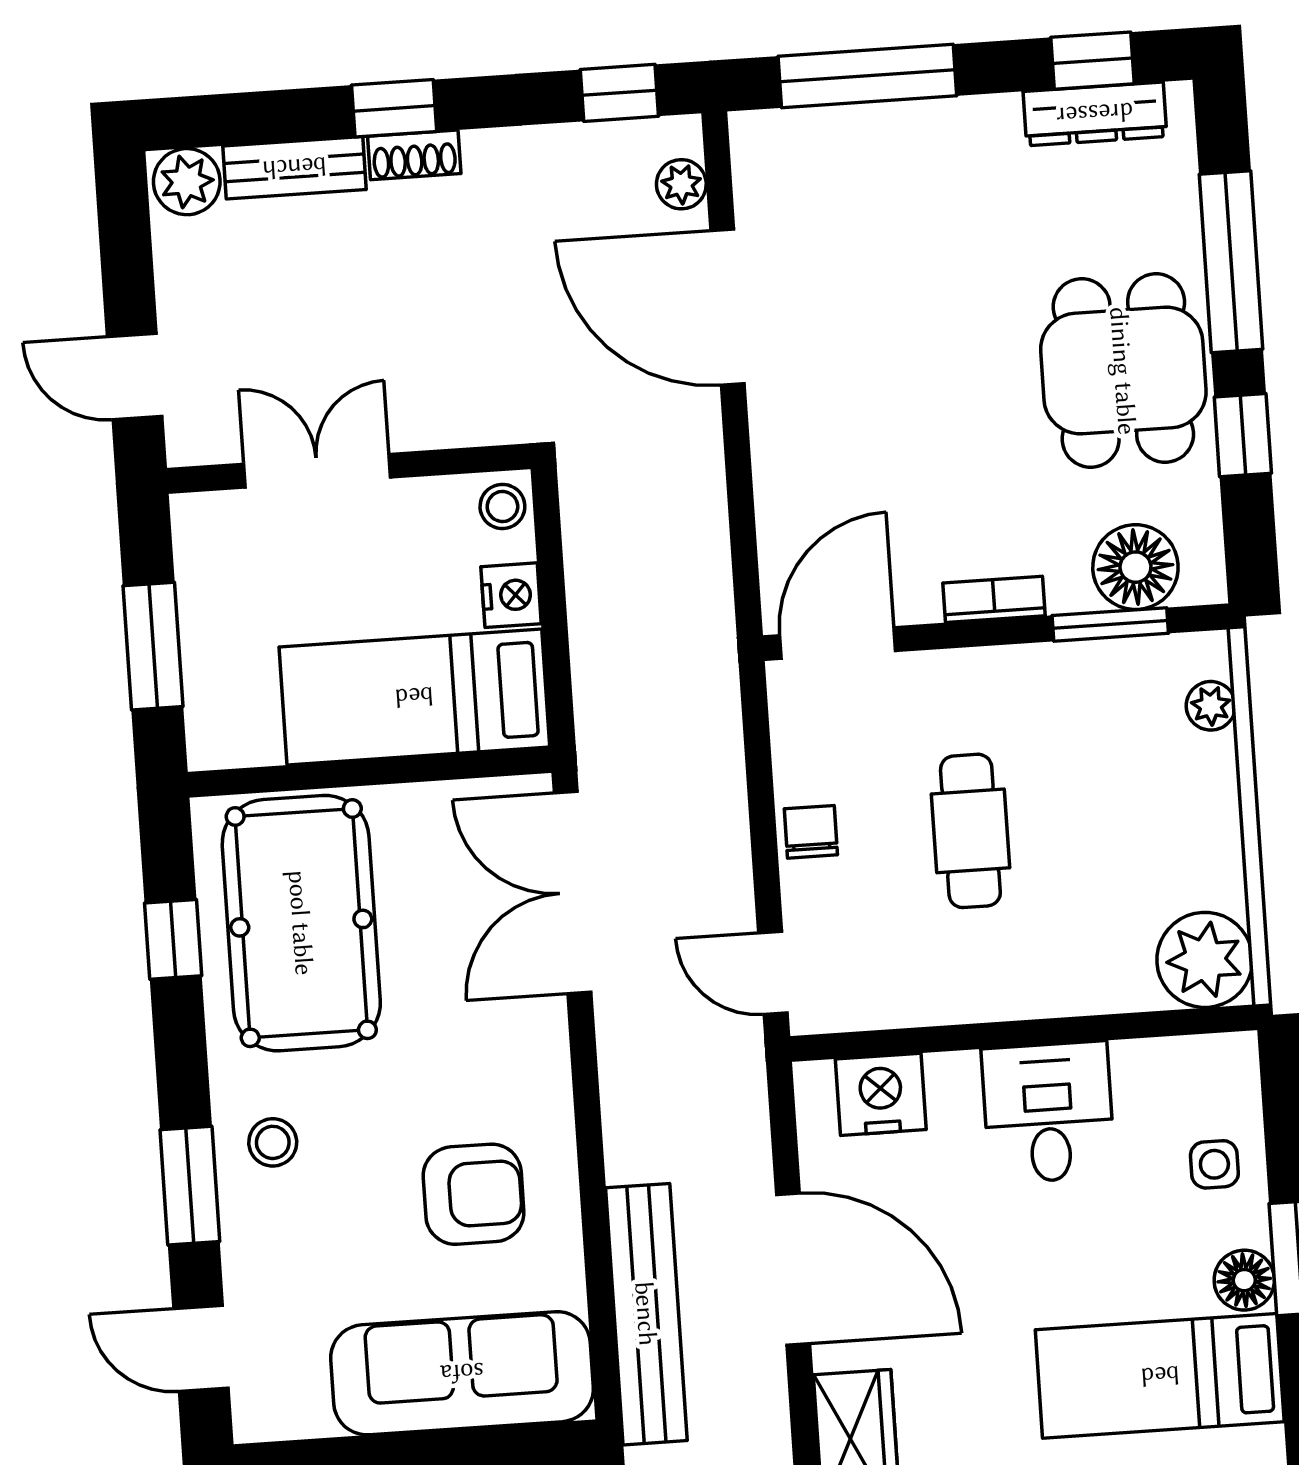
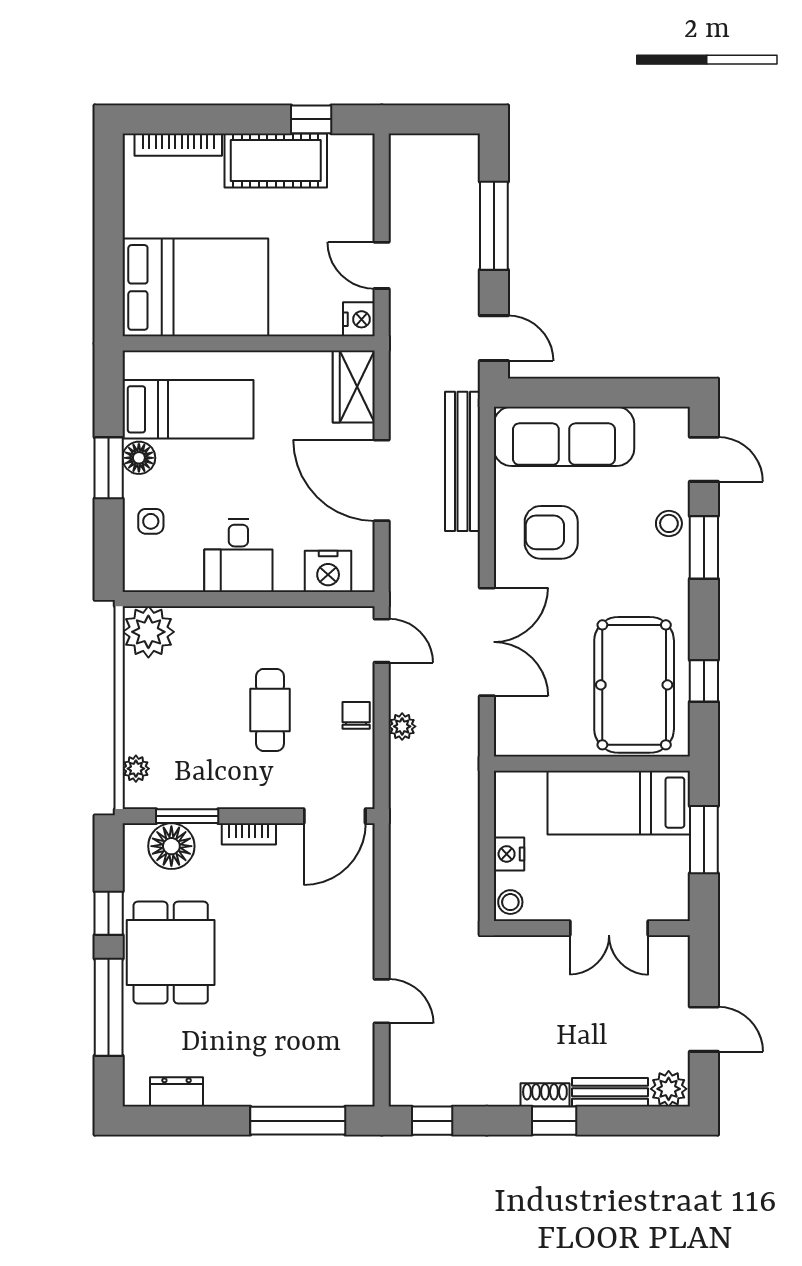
window: (1092, 61) -> (176, 1121), removed
dresser: (1095, 114) -> (177, 1092), width x0.70
plant: (681, 184) -> (402, 726), moved
door: (728, 307) -> (382, 1001), width x0.53
door: (135, 377) -> (704, 1029), moved
bed: (414, 697) -> (619, 803), moved, turned 180
chair: (811, 832) -> (356, 715), turned 180
double door: (573, 893) -> (487, 642), moved
stool: (273, 1142) -> (669, 523), moved

